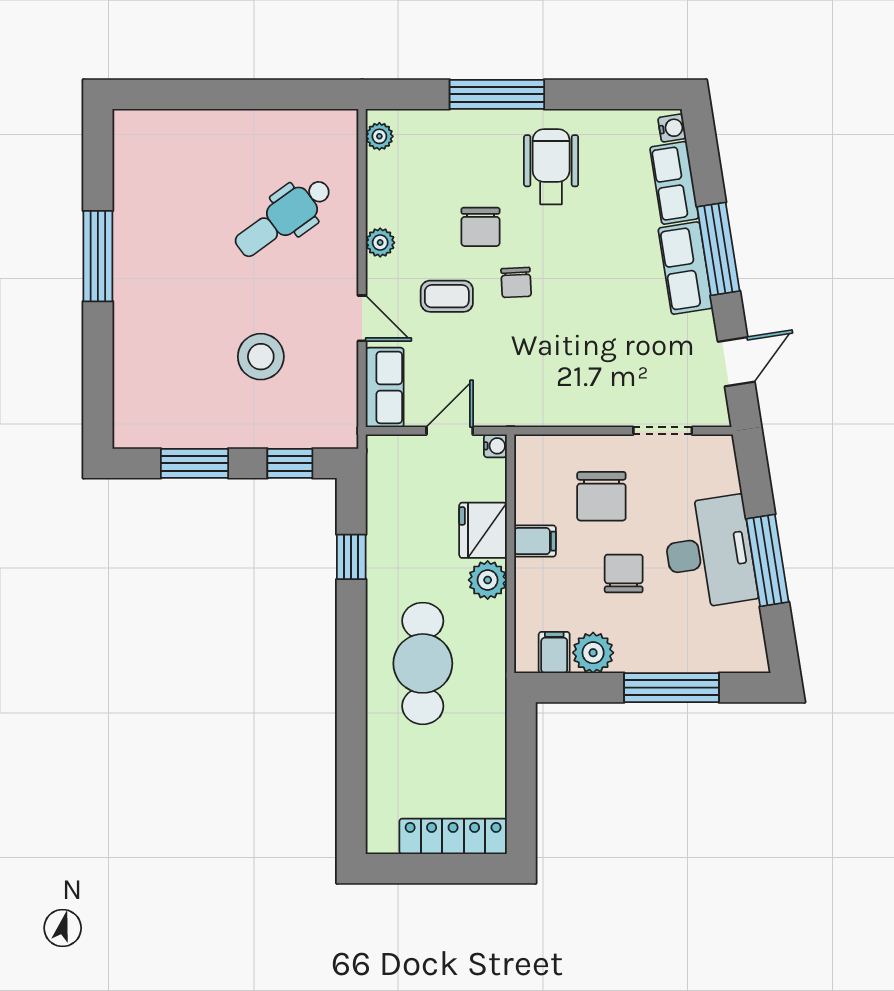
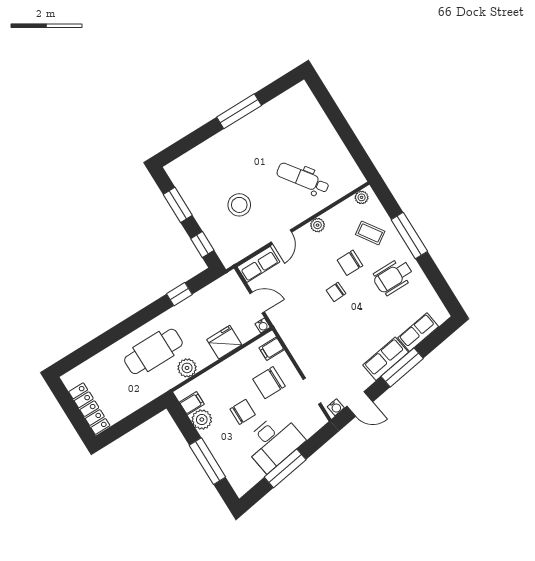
water cooler: (672, 128) -> (336, 407), moved
wheelchair: (551, 167) -> (393, 277), turned 180
coffee table: (447, 296) -> (370, 233), moved, turned -34
filing cabinet: (535, 541) -> (272, 349), moved, turned 90
plant: (488, 580) -> (187, 368), moved

